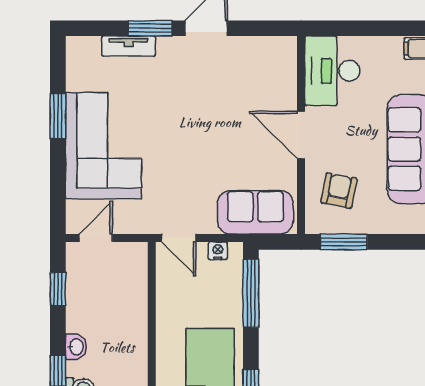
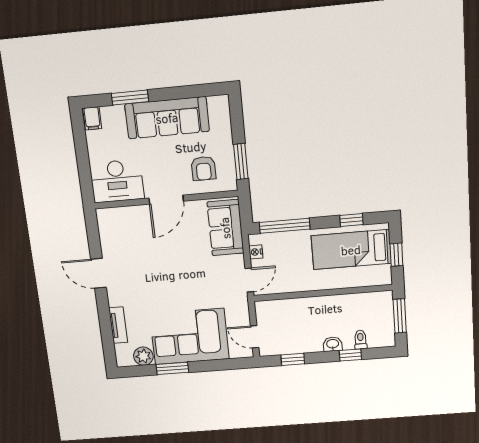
window: (150, 28) -> (104, 312), removed
plant: (80, 76) -> (143, 356), added
armchair: (339, 191) -> (203, 168), turned -101

